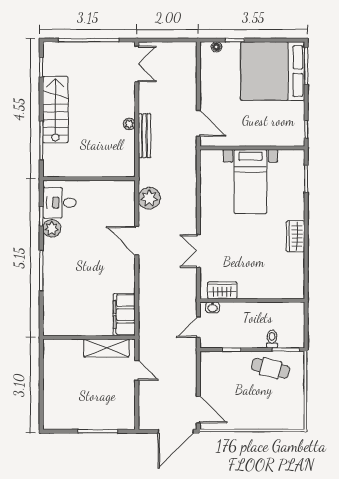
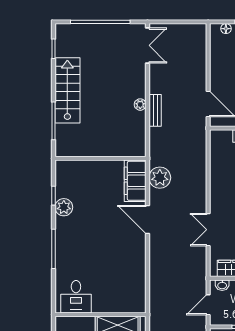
bench: (144, 136) -> (155, 110), width x0.73
desk: (59, 203) -> (76, 297), moved, turned -90
filing cabinet: (124, 315) -> (135, 181), moved

